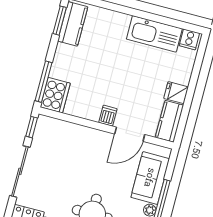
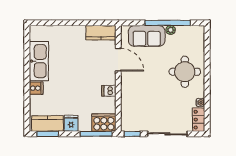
cooker: (189, 39) -> (36, 88), moved
fridge: (176, 93) -> (71, 123), moved, turned 180
dishwasher: (108, 116) -> (109, 91), moved

